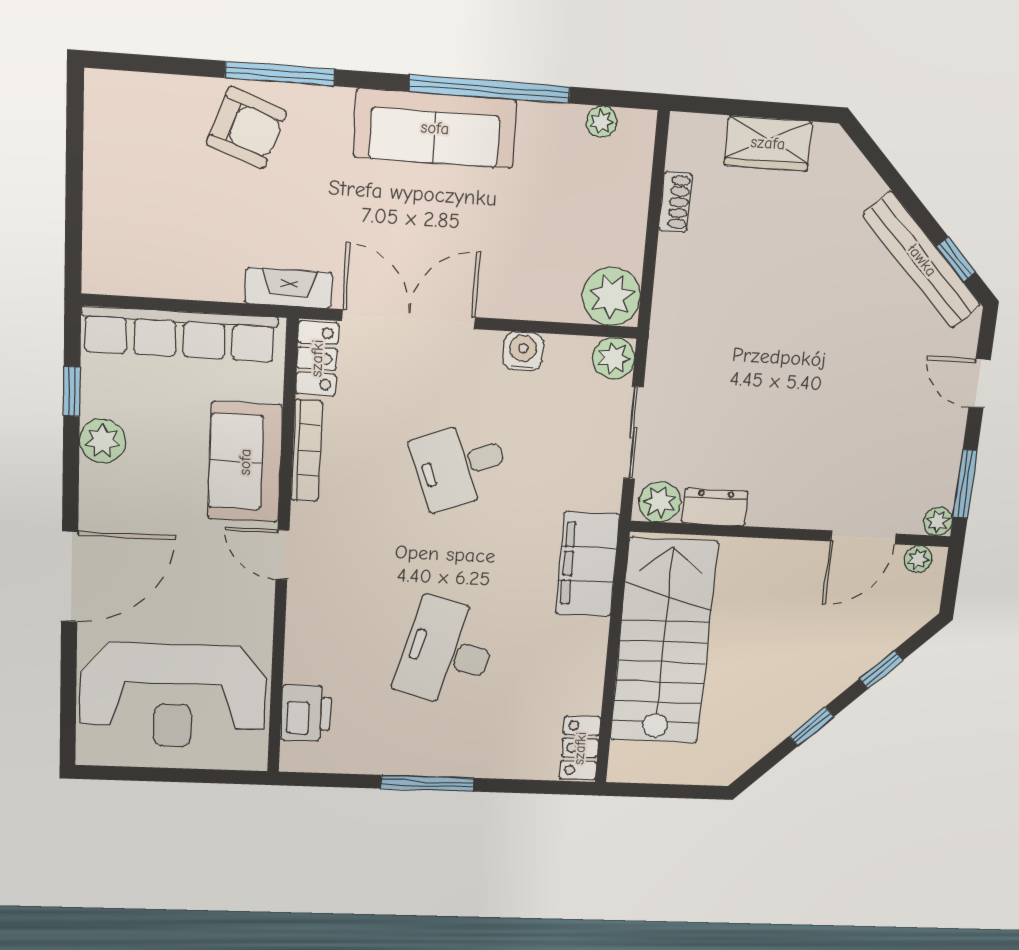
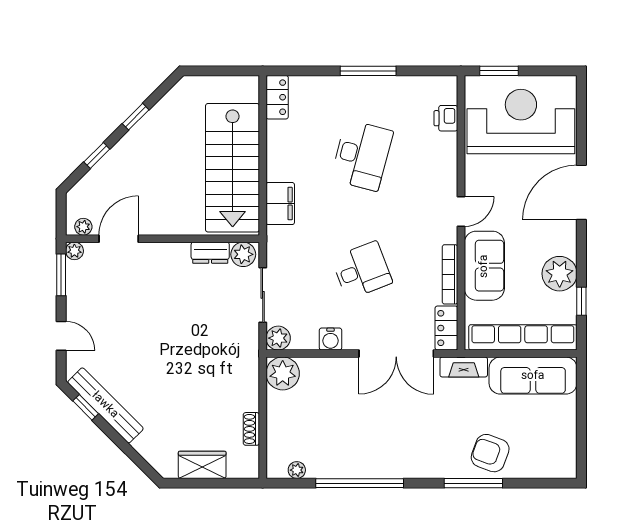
sofa: (435, 128) -> (533, 376), moved, turned 180
plant: (102, 441) -> (560, 274), width x1.36, depth x1.36
door: (282, 555) -> (461, 211), hinge flipped
filing cabinet: (588, 564) -> (280, 204), width x0.67, depth x0.86
printer: (306, 713) -> (446, 118), width x0.73, depth x0.81
window: (209, 776) -> (499, 71), added

